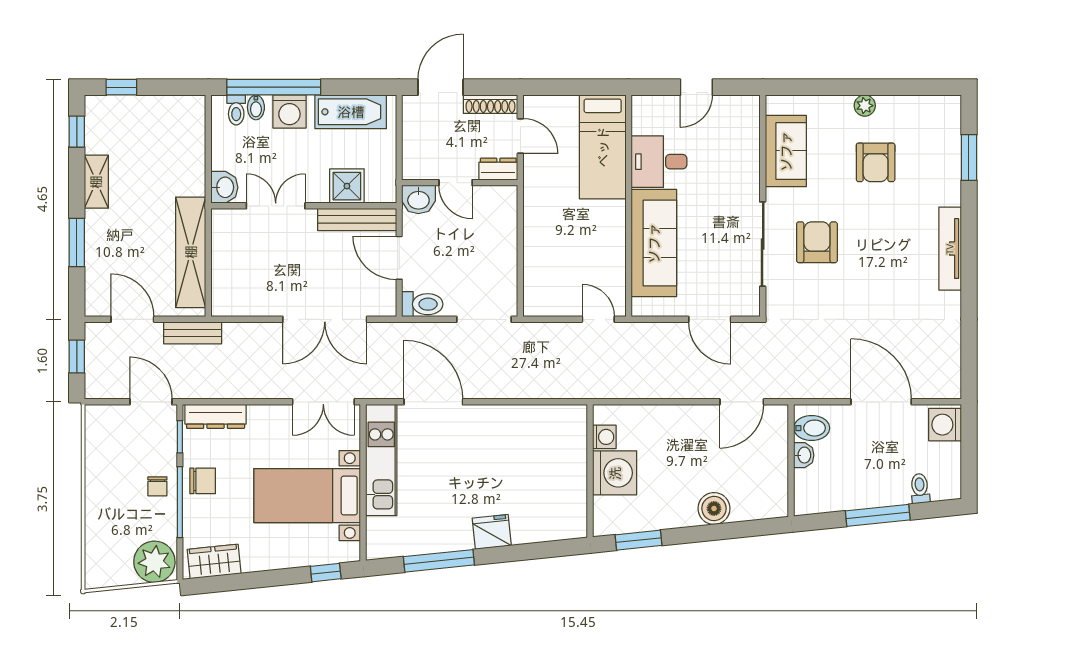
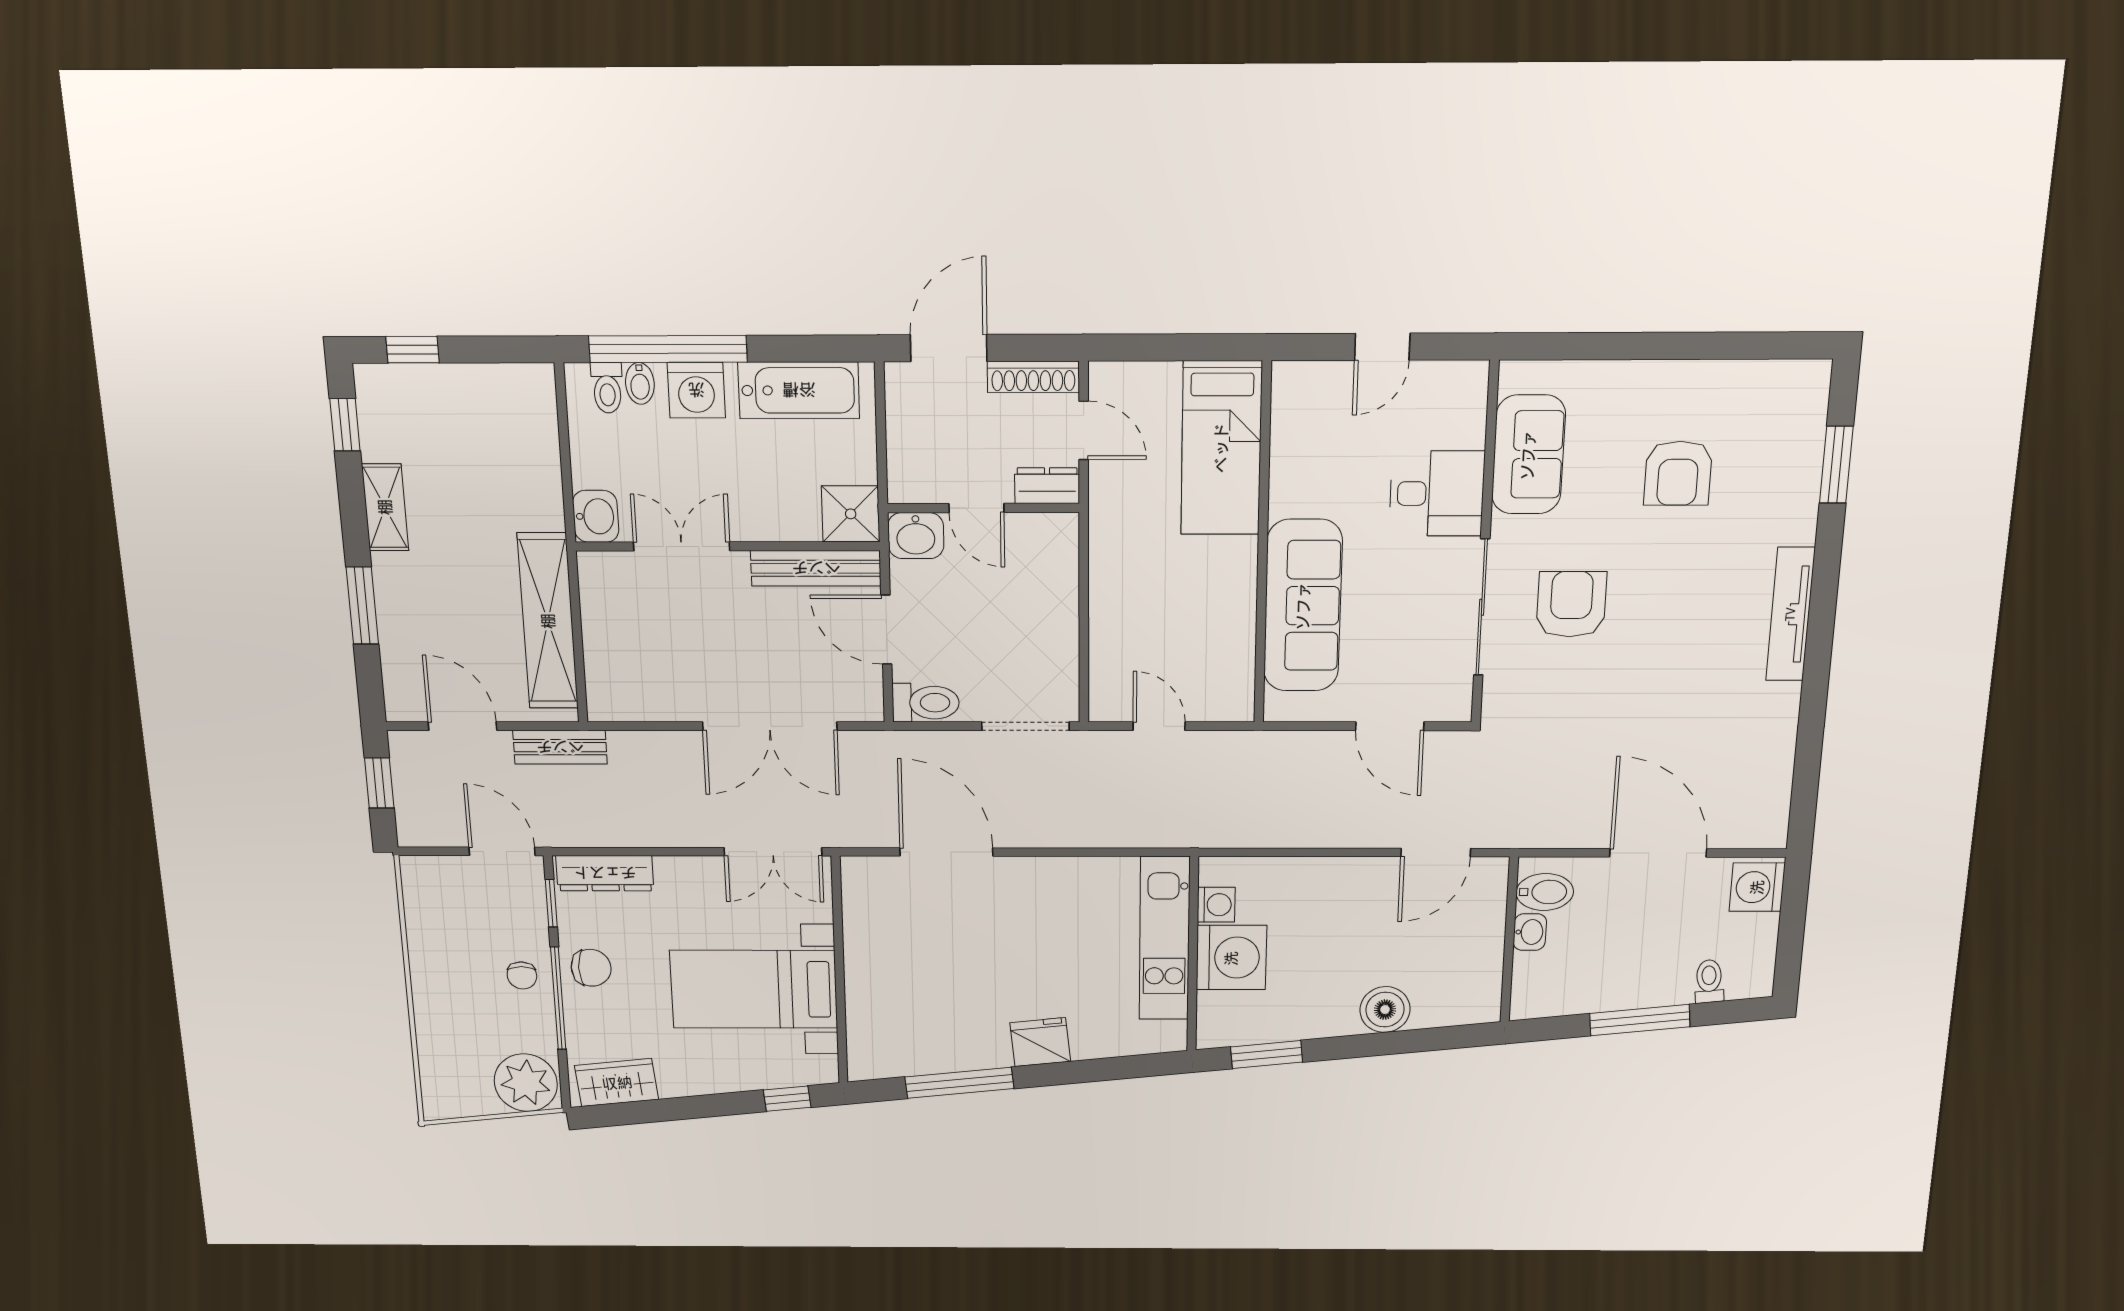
plant: (865, 106) -> (1667, 377), removed
desk: (659, 162) -> (1437, 494), moved, turned 180
shower: (347, 186) -> (851, 514), moved
door: (598, 319) -> (1159, 726), moved
kitchen unit: (381, 460) -> (1164, 939), moved, turned 180

